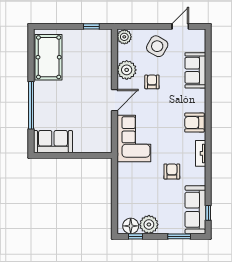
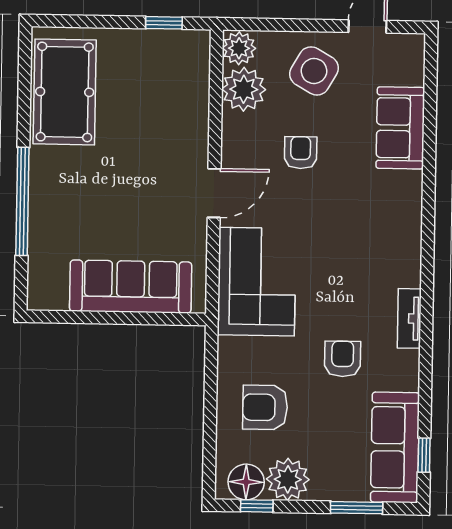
plant: (127, 70) -> (244, 89), moved
armchair: (194, 123) -> (265, 407), moved
sofa: (53, 142) -> (131, 287), moved, width x1.36

